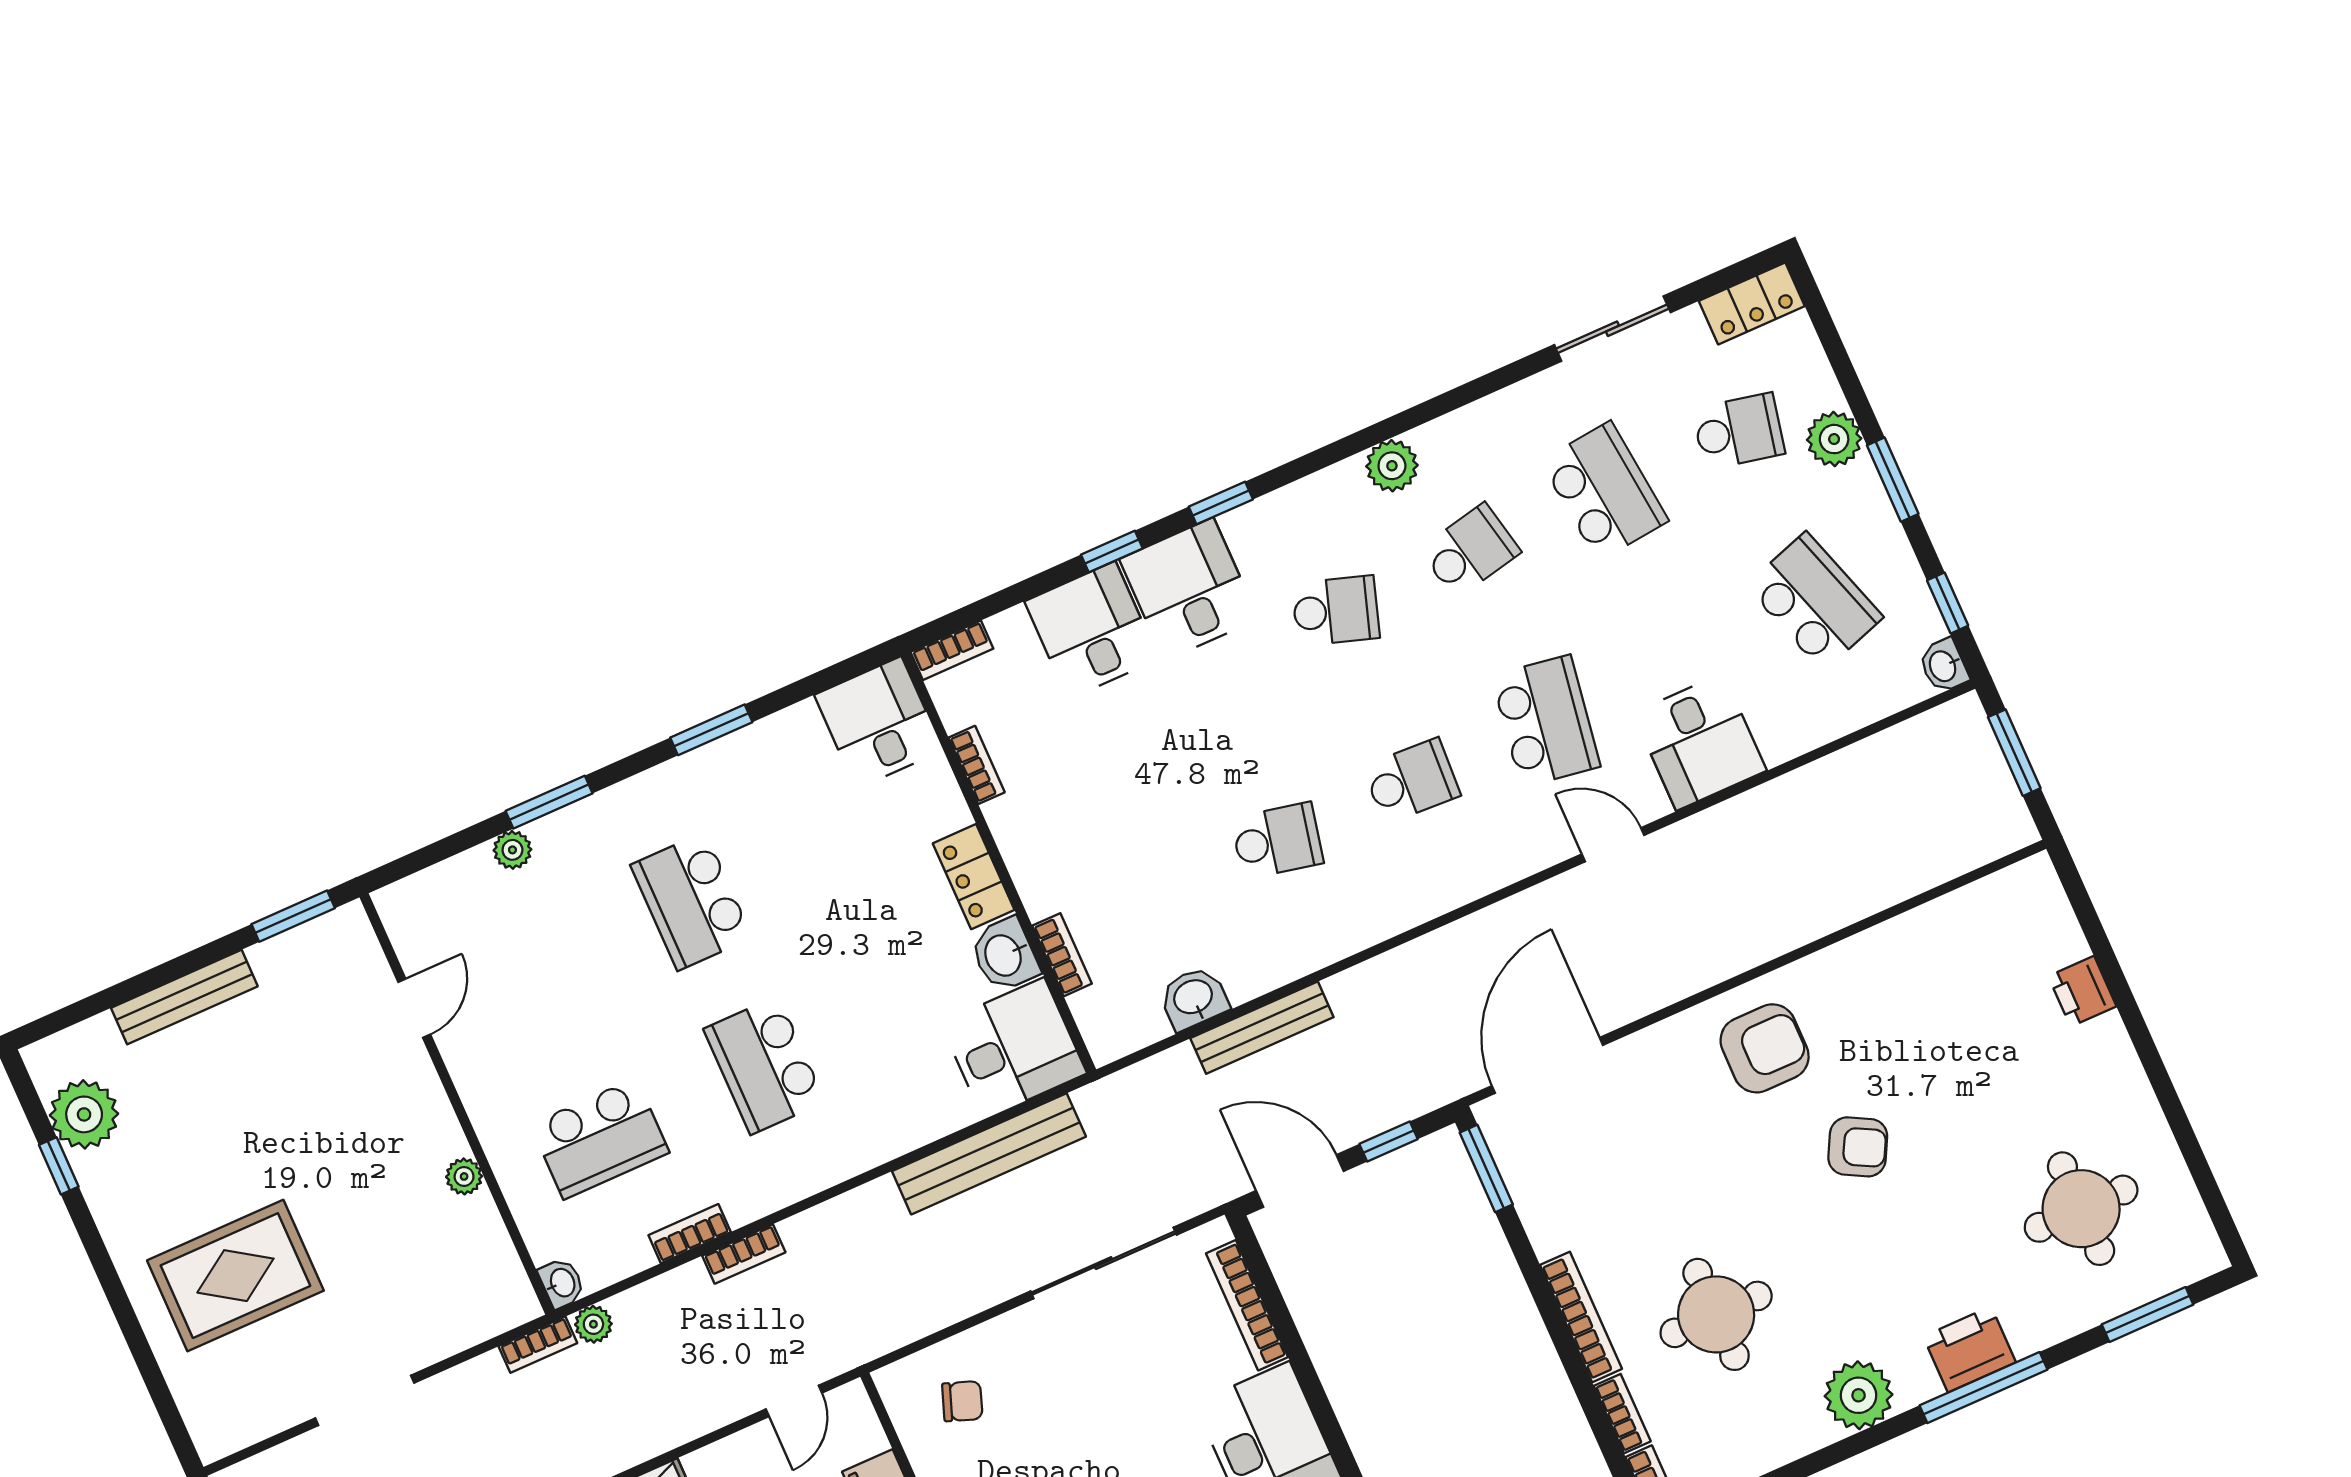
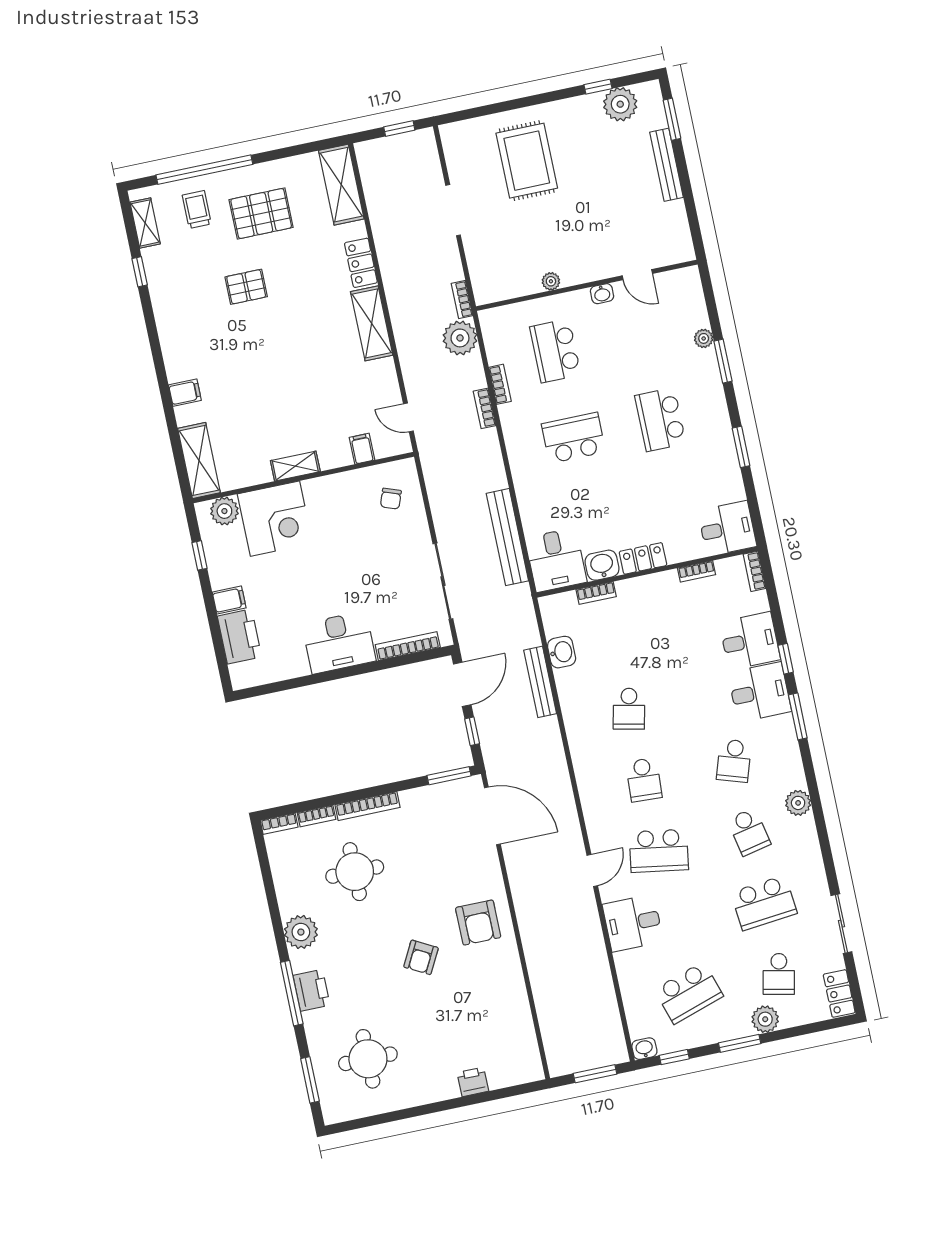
window: (1221, 503) -> (798, 716), width x1.50
school desk: (691, 901) -> (660, 420), turned -90
window: (293, 916) -> (672, 119), moved
washbasin: (562, 1283) -> (602, 294), moved
plant: (593, 1324) -> (460, 338), width x1.88, depth x1.88

